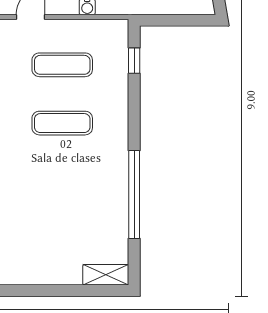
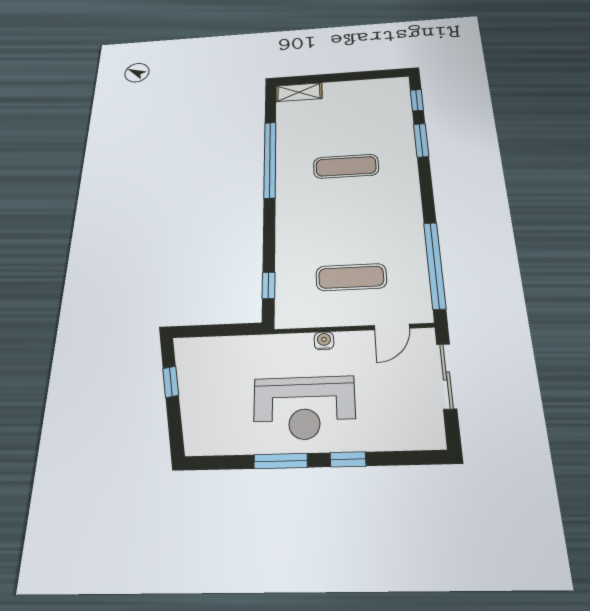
exercise mat: (62, 123) -> (346, 166), moved

